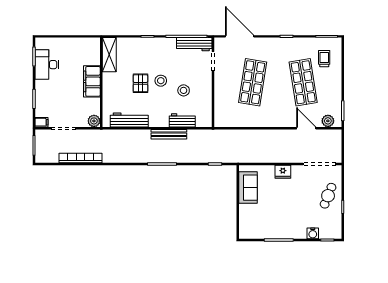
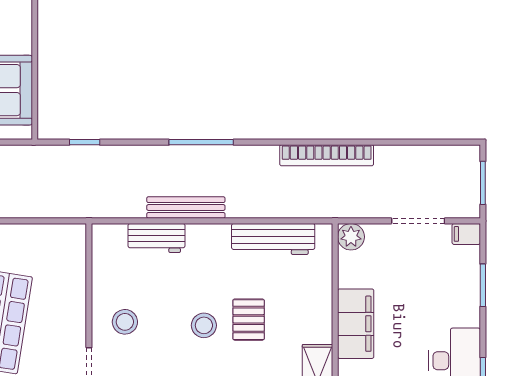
stool: (184, 90) -> (125, 322), moved
bookcase: (80, 158) -> (327, 155), moved

